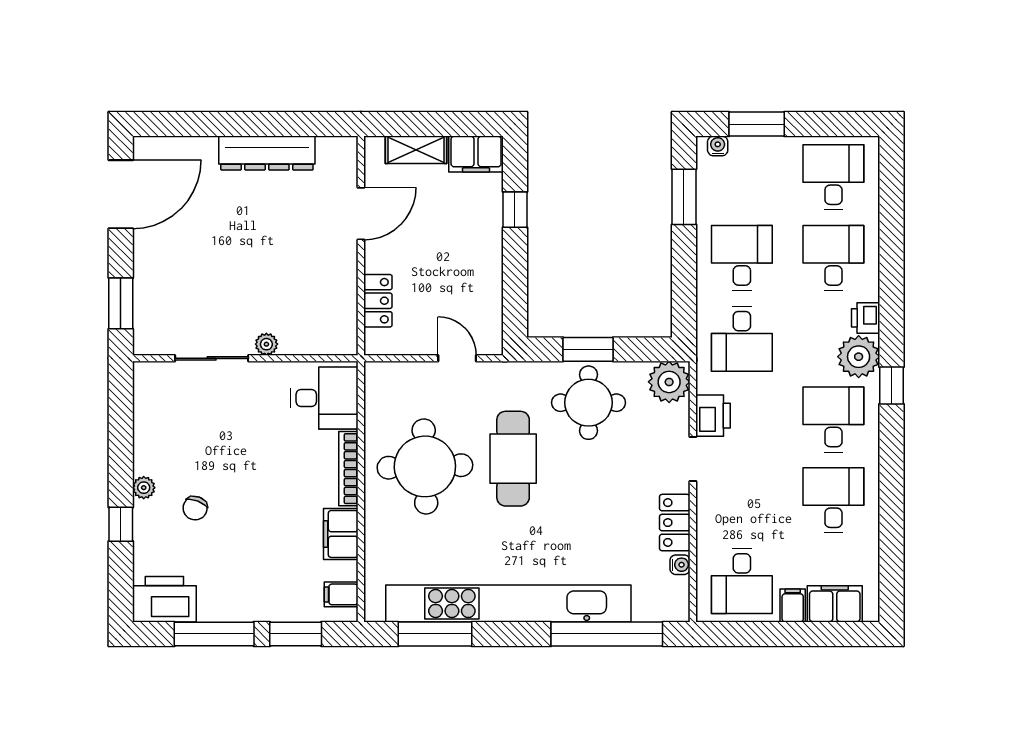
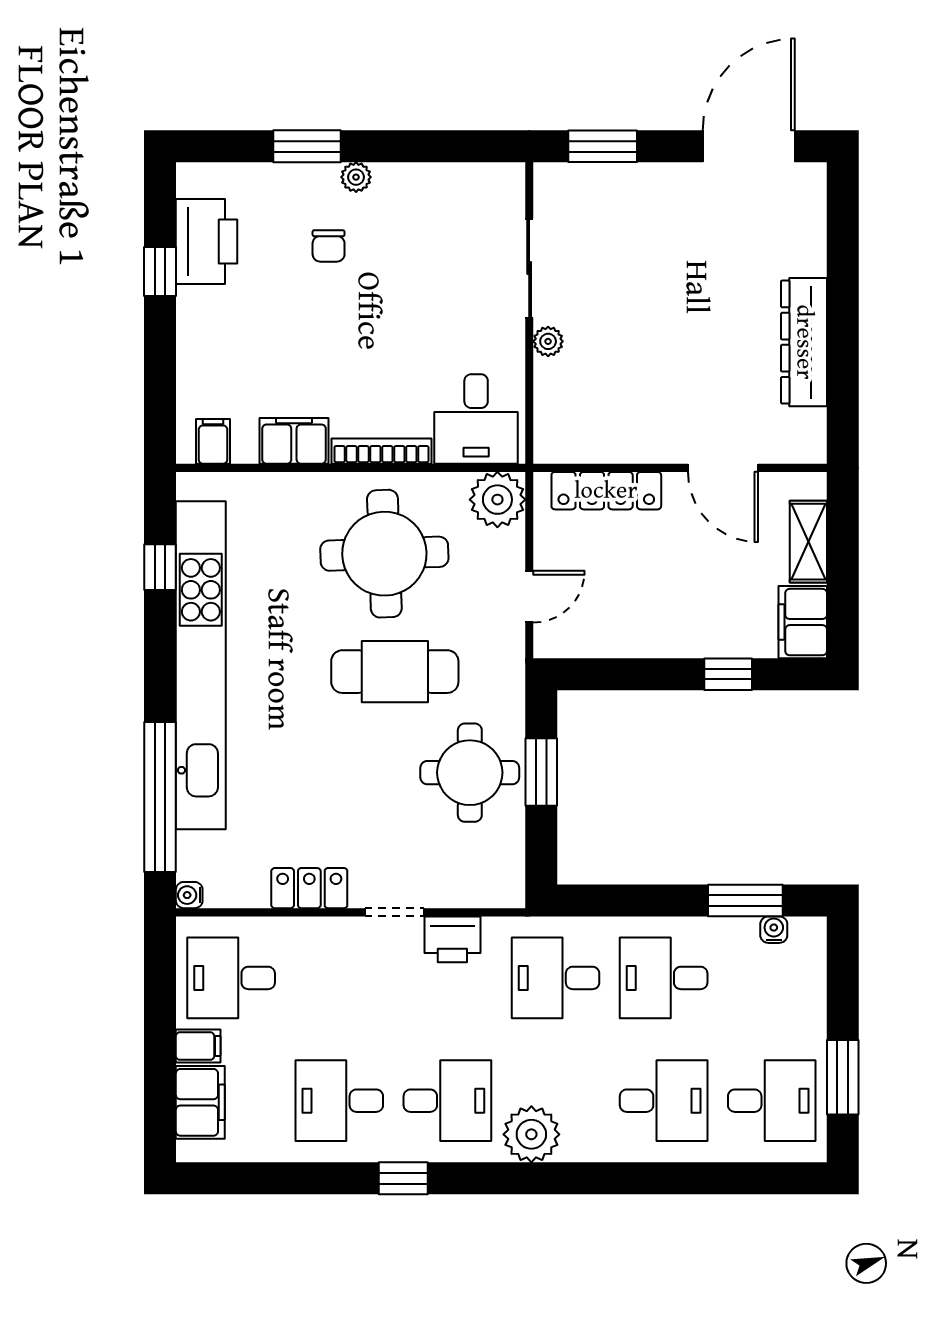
window: (757, 124) -> (843, 1077), moved
water cooler: (718, 146) -> (774, 930), moved, turned -90
door: (121, 194) -> (749, 146), swing flipped
desk: (742, 258) -> (664, 978), turned 180
locker: (378, 301) -> (606, 491), width x1.53
printer: (866, 318) -> (583, 1144), removed
plant: (669, 382) -> (497, 500), moved
window: (891, 385) -> (403, 1178), moved
desk: (833, 500) -> (339, 1101), turned 180
chair: (195, 508) -> (329, 246), turned -111
window: (121, 524) -> (307, 146), width x1.50
water cooler: (680, 565) -> (189, 895), moved, turned 90
printer: (164, 599) -> (207, 242), moved
window: (214, 634) -> (160, 271), width x0.46
window: (296, 634) -> (160, 381), removed
window: (435, 634) -> (160, 567), width x0.46

